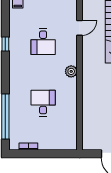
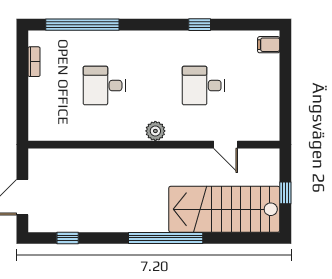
desk: (43, 103) -> (104, 86), turned 180

